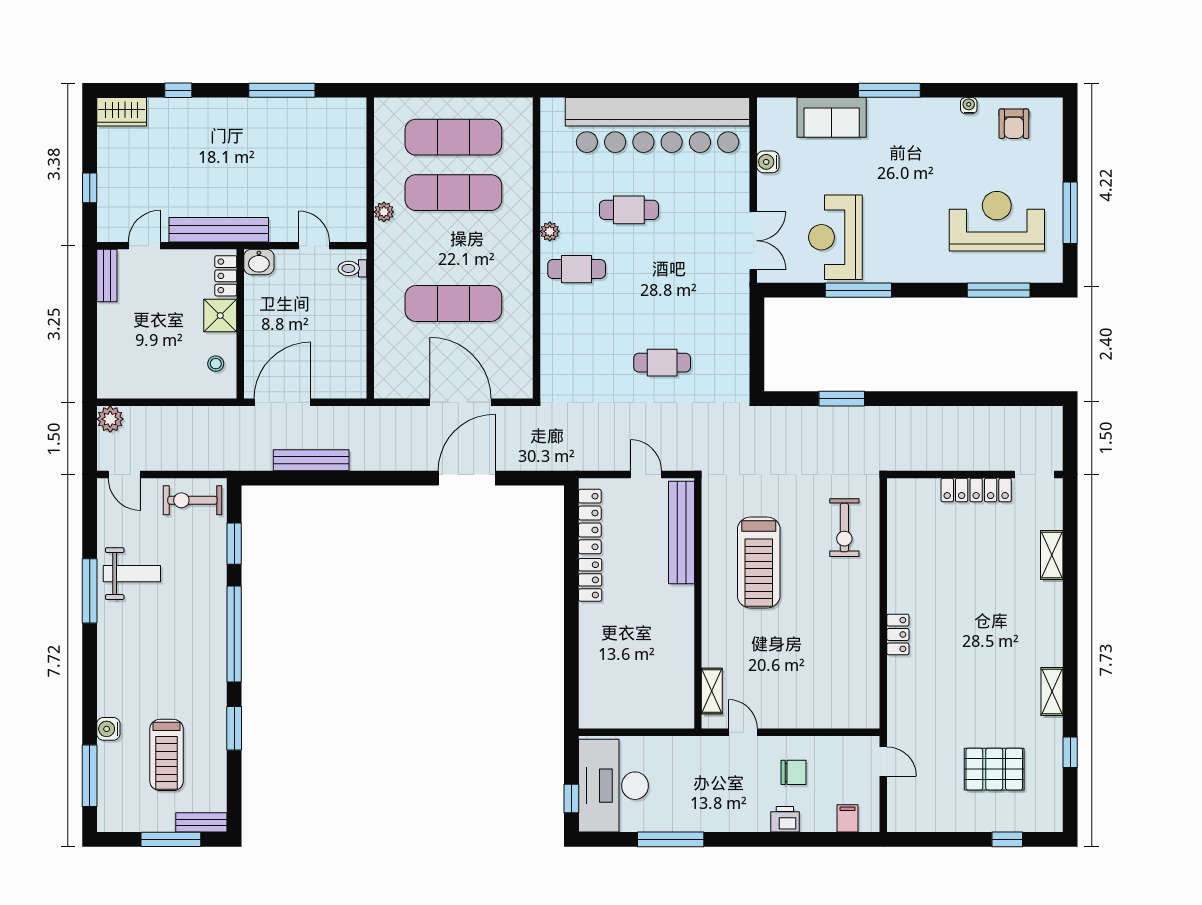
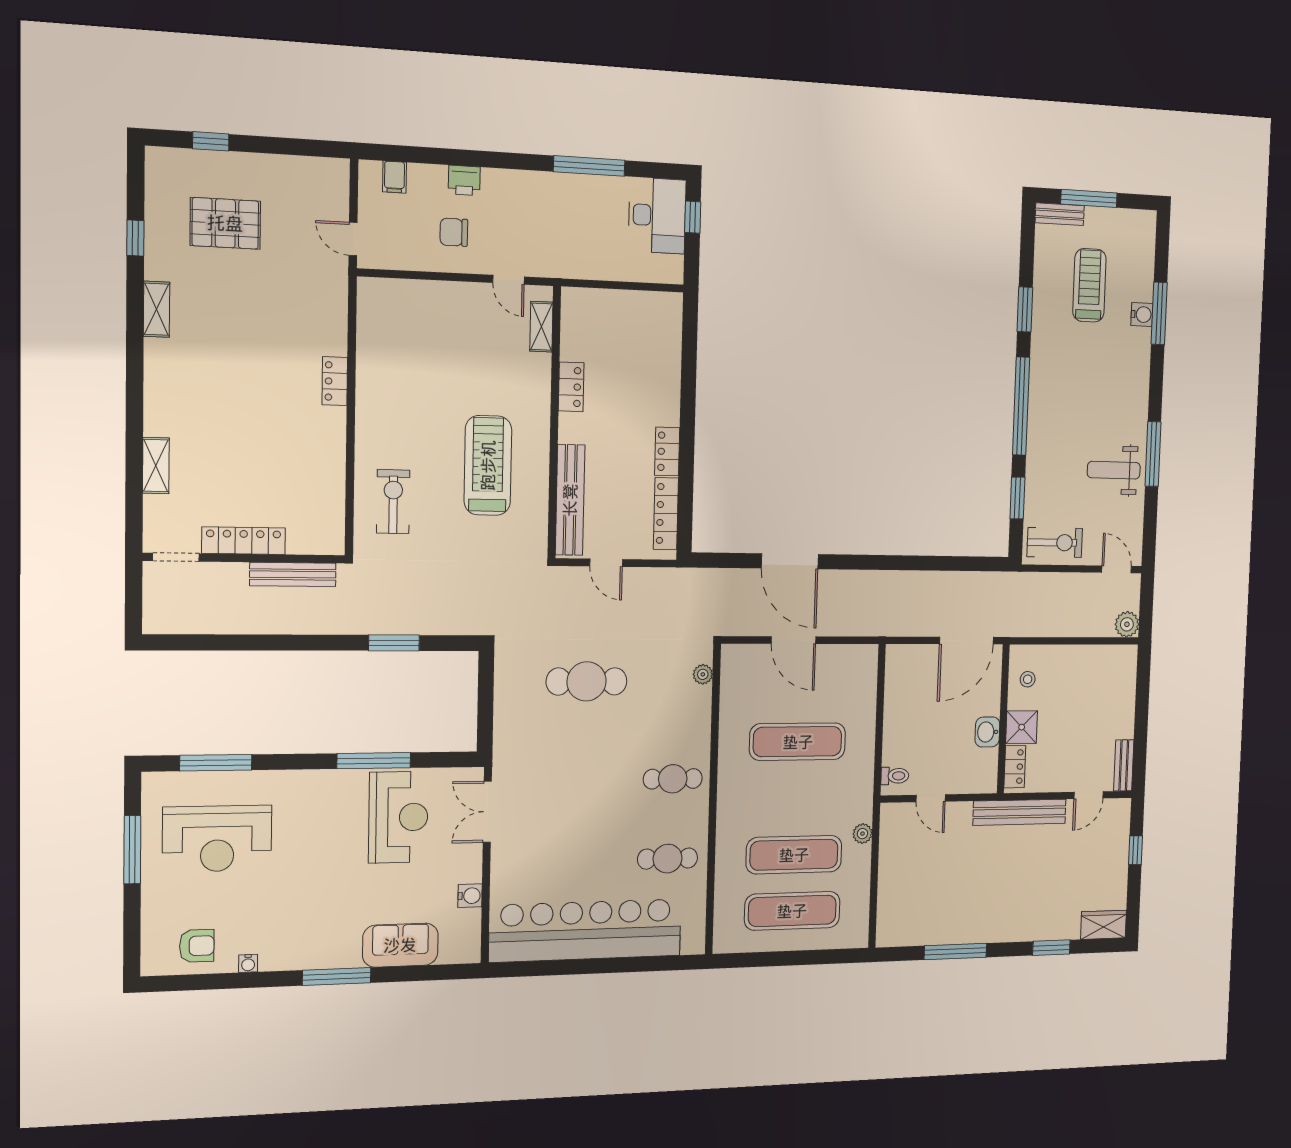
window: (178, 90) -> (1051, 948), width x1.50
armchair: (1014, 124) -> (197, 946), turned 90
cafe table: (629, 210) -> (668, 859), moved
plant: (550, 231) -> (703, 674), moved
washbasin: (259, 262) -> (987, 732), moved, turned -90
cafe table: (662, 363) -> (587, 681), width x1.37, depth x1.35
door: (461, 402) -> (794, 640), width x0.73
bench: (311, 460) -> (293, 574), moved
door: (467, 478) -> (790, 561), hinge flipped
locker: (683, 637) -> (571, 387), added
window: (90, 776) -> (1159, 313), moved
desk: (613, 786) -> (657, 215), width x0.73, depth x0.77

